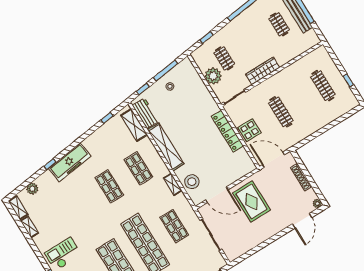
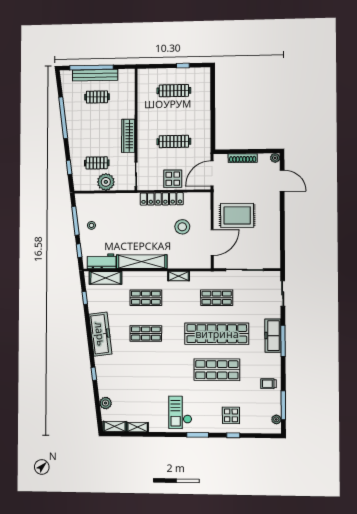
freezer: (70, 162) -> (100, 334), moved
stool: (192, 182) -> (182, 227), moved

